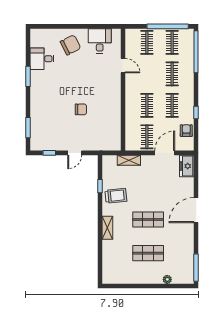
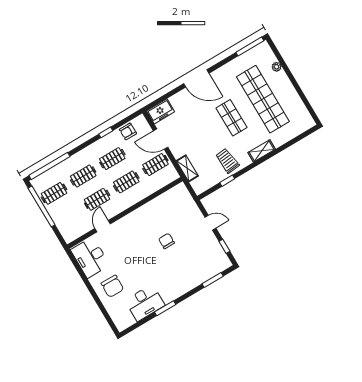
desk: (100, 41) -> (90, 257), width x1.37
clothes rail: (147, 42) -> (97, 199), moved
chair: (71, 45) -> (112, 286), turned -152
desk: (42, 59) -> (145, 303), width x1.37
shop shelf: (148, 253) -> (263, 99), width x2.00, depth x1.36

